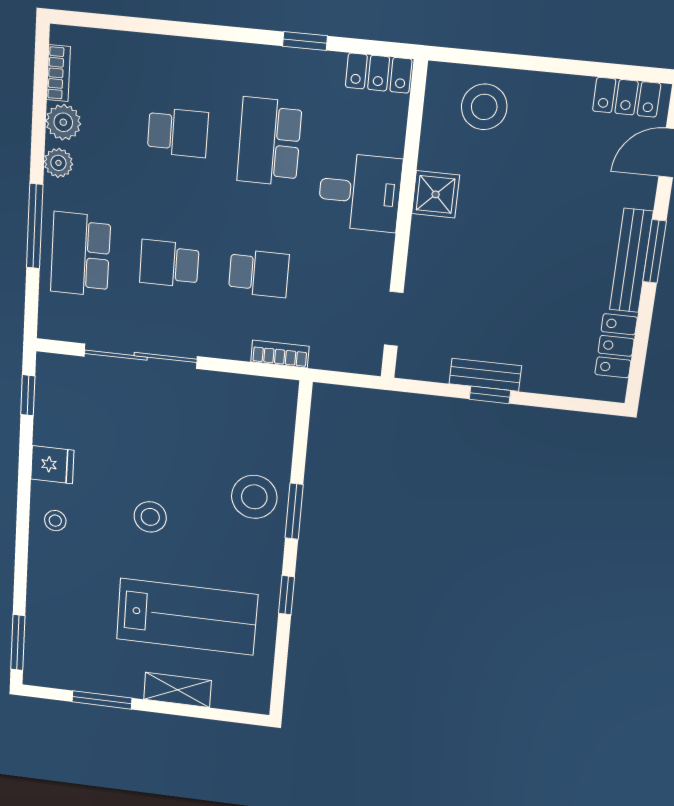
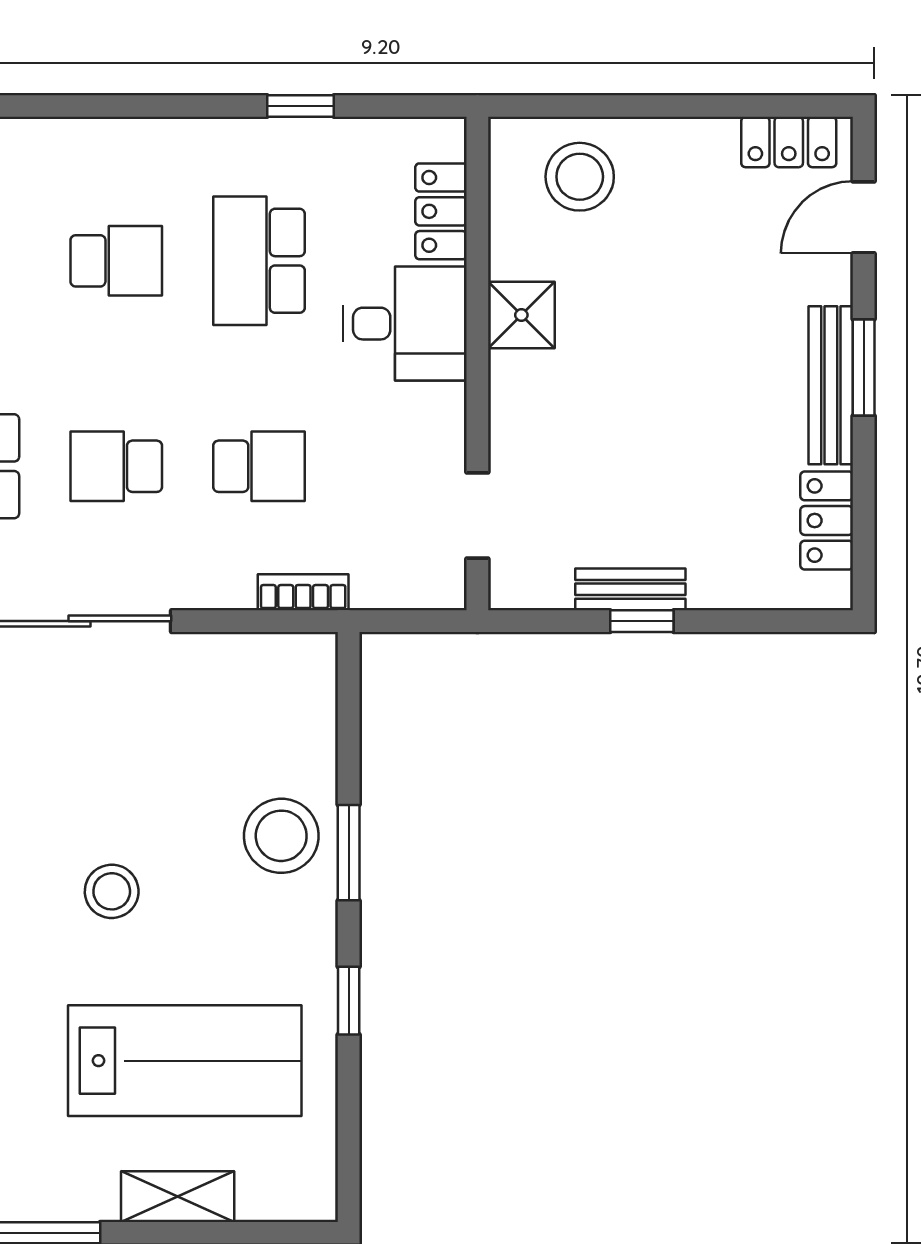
locker: (379, 73) -> (441, 211), moved, turned 90

